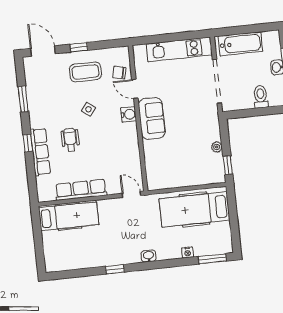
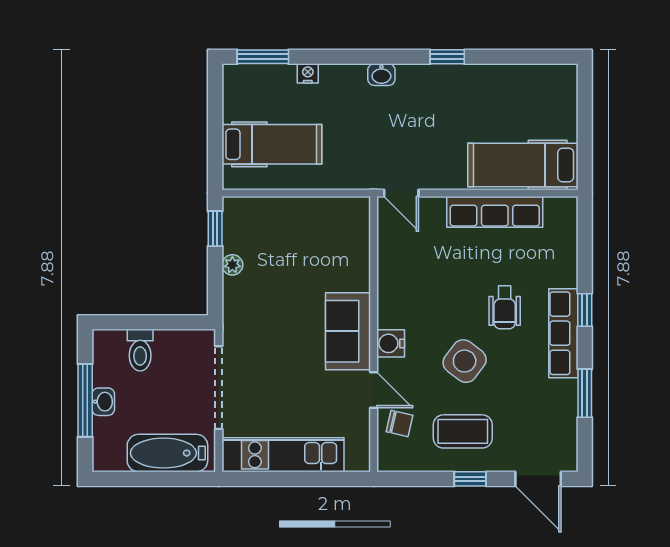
side table: (88, 109) -> (465, 361), width x1.87, depth x1.87
row of seats: (40, 152) -> (563, 333), moved
hospital bed: (194, 209) -> (272, 144), width x0.73, depth x0.78

